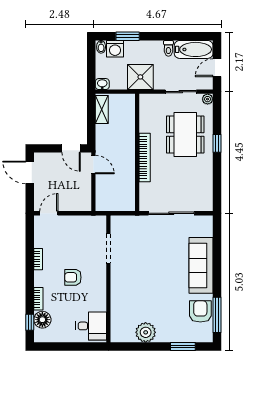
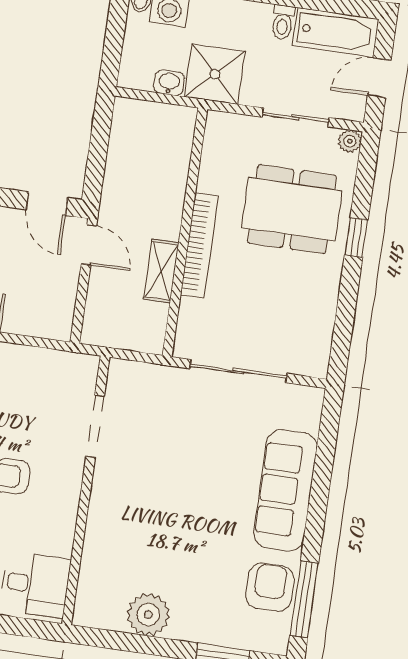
washbasin: (102, 84) -> (169, 83), moved
shelving: (102, 110) -> (161, 271), moved
dining table: (185, 135) -> (292, 209), turned 90

